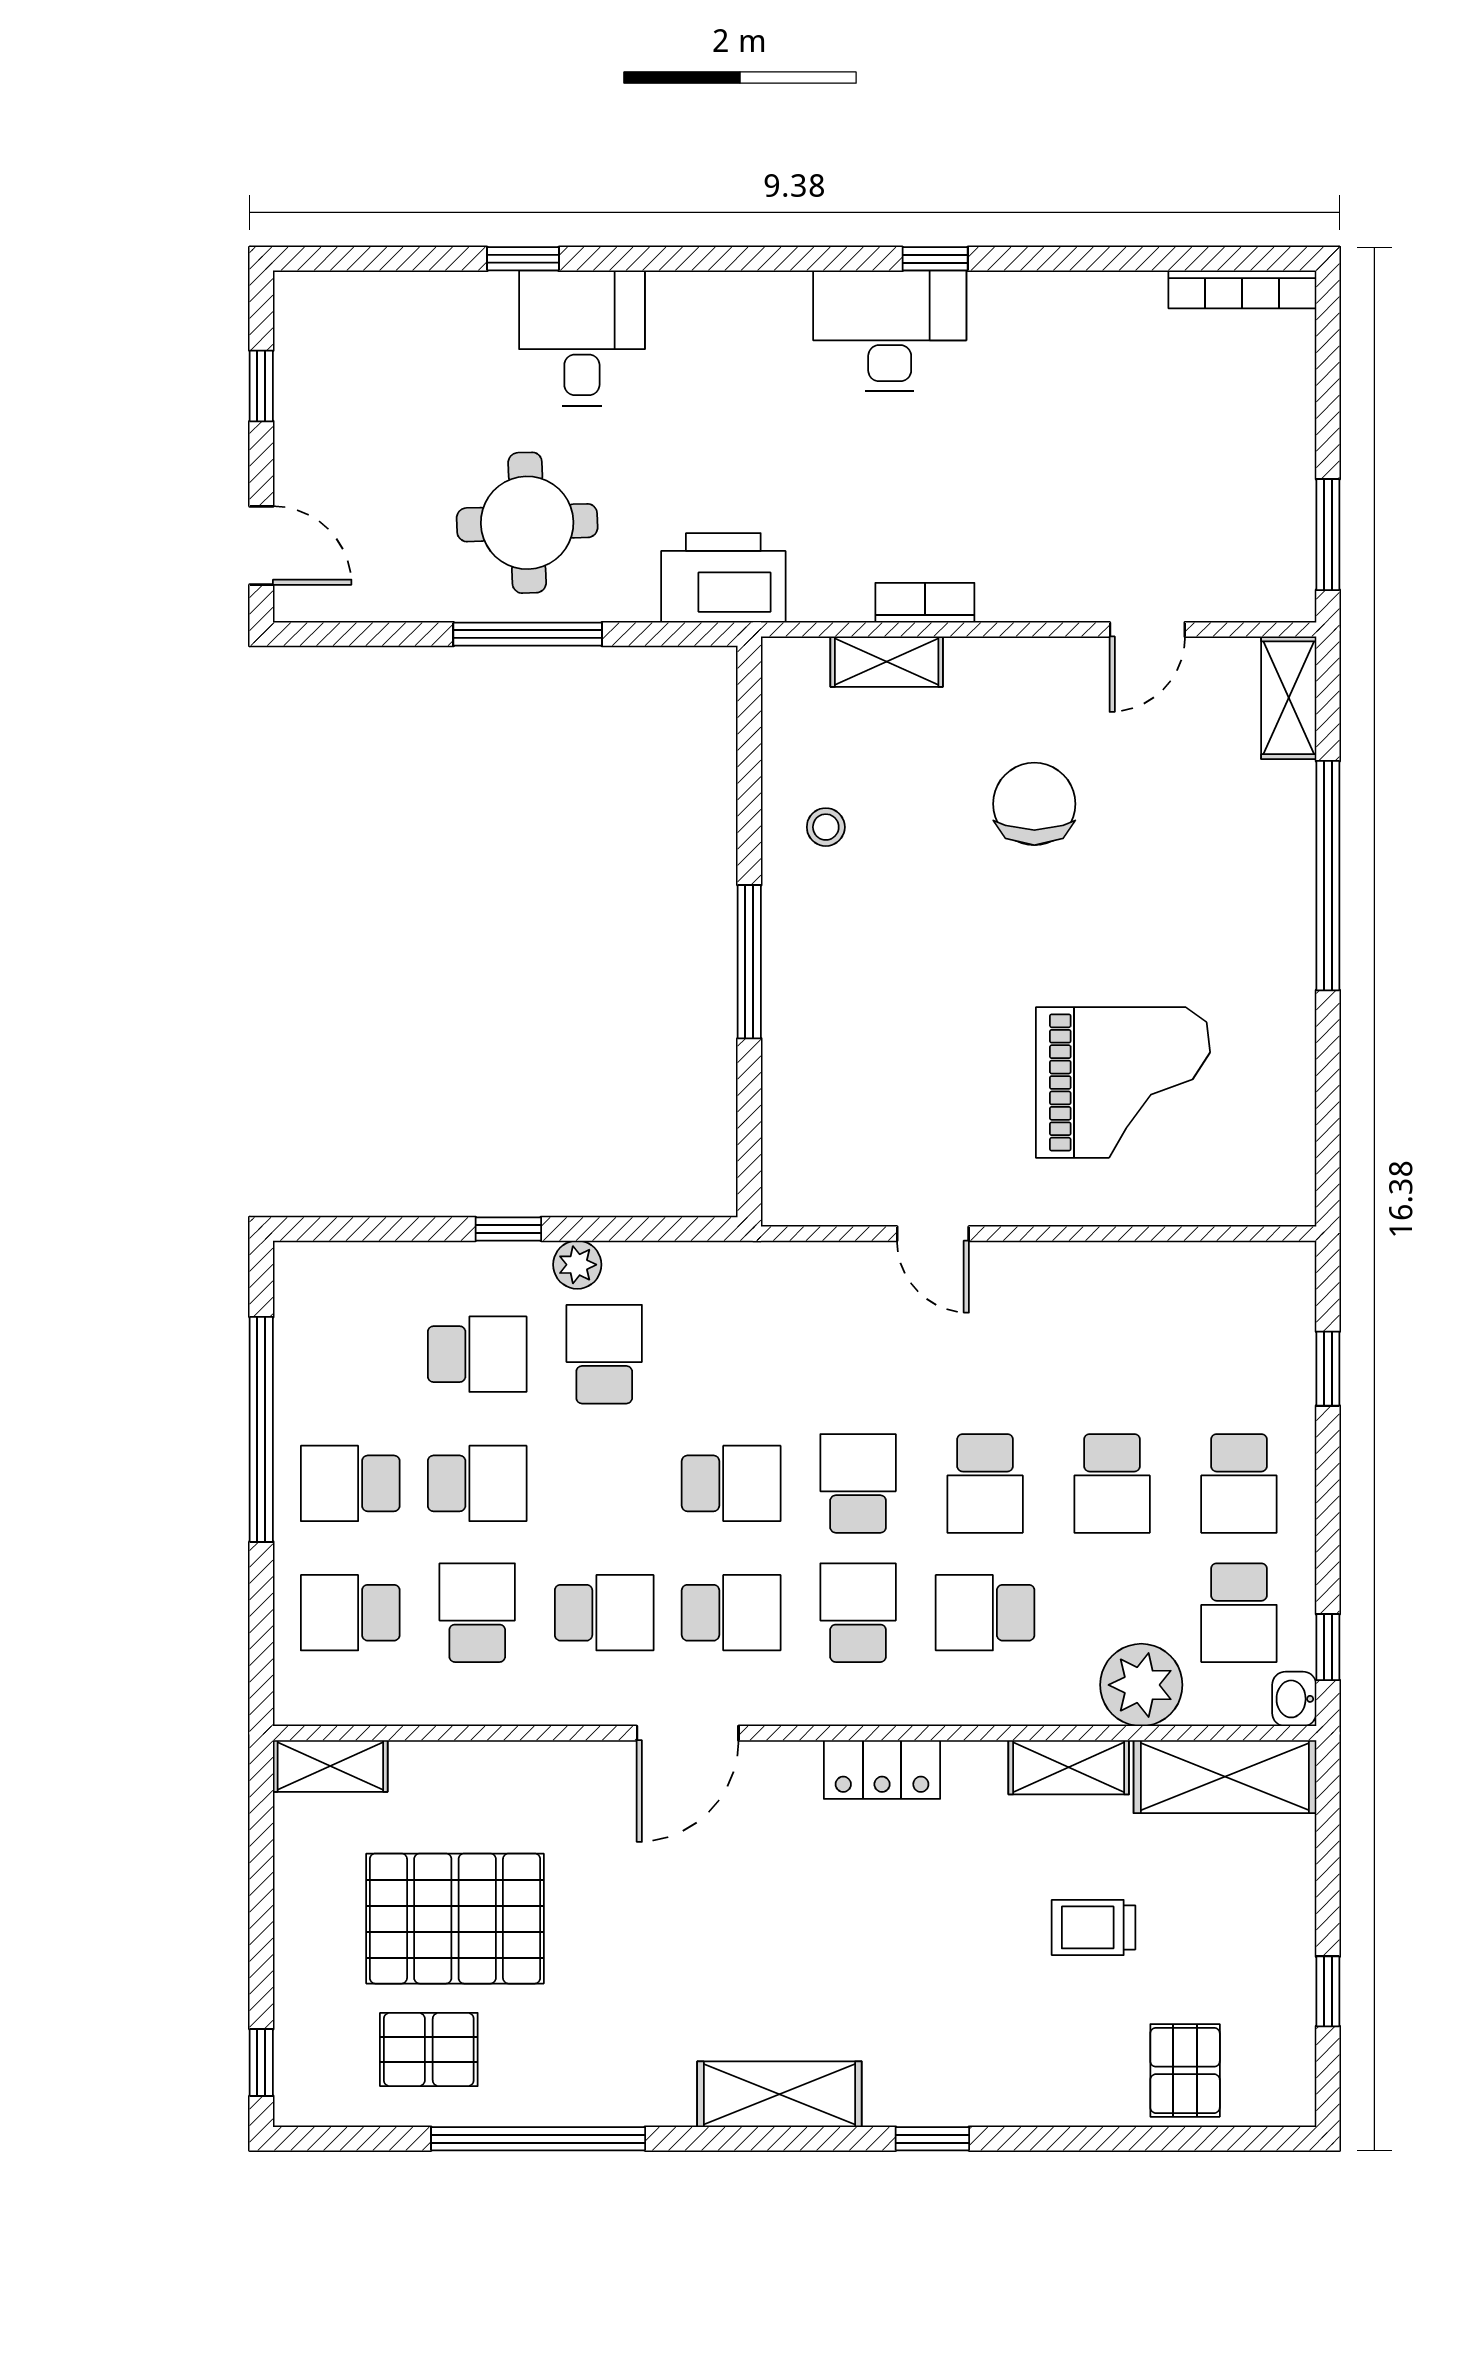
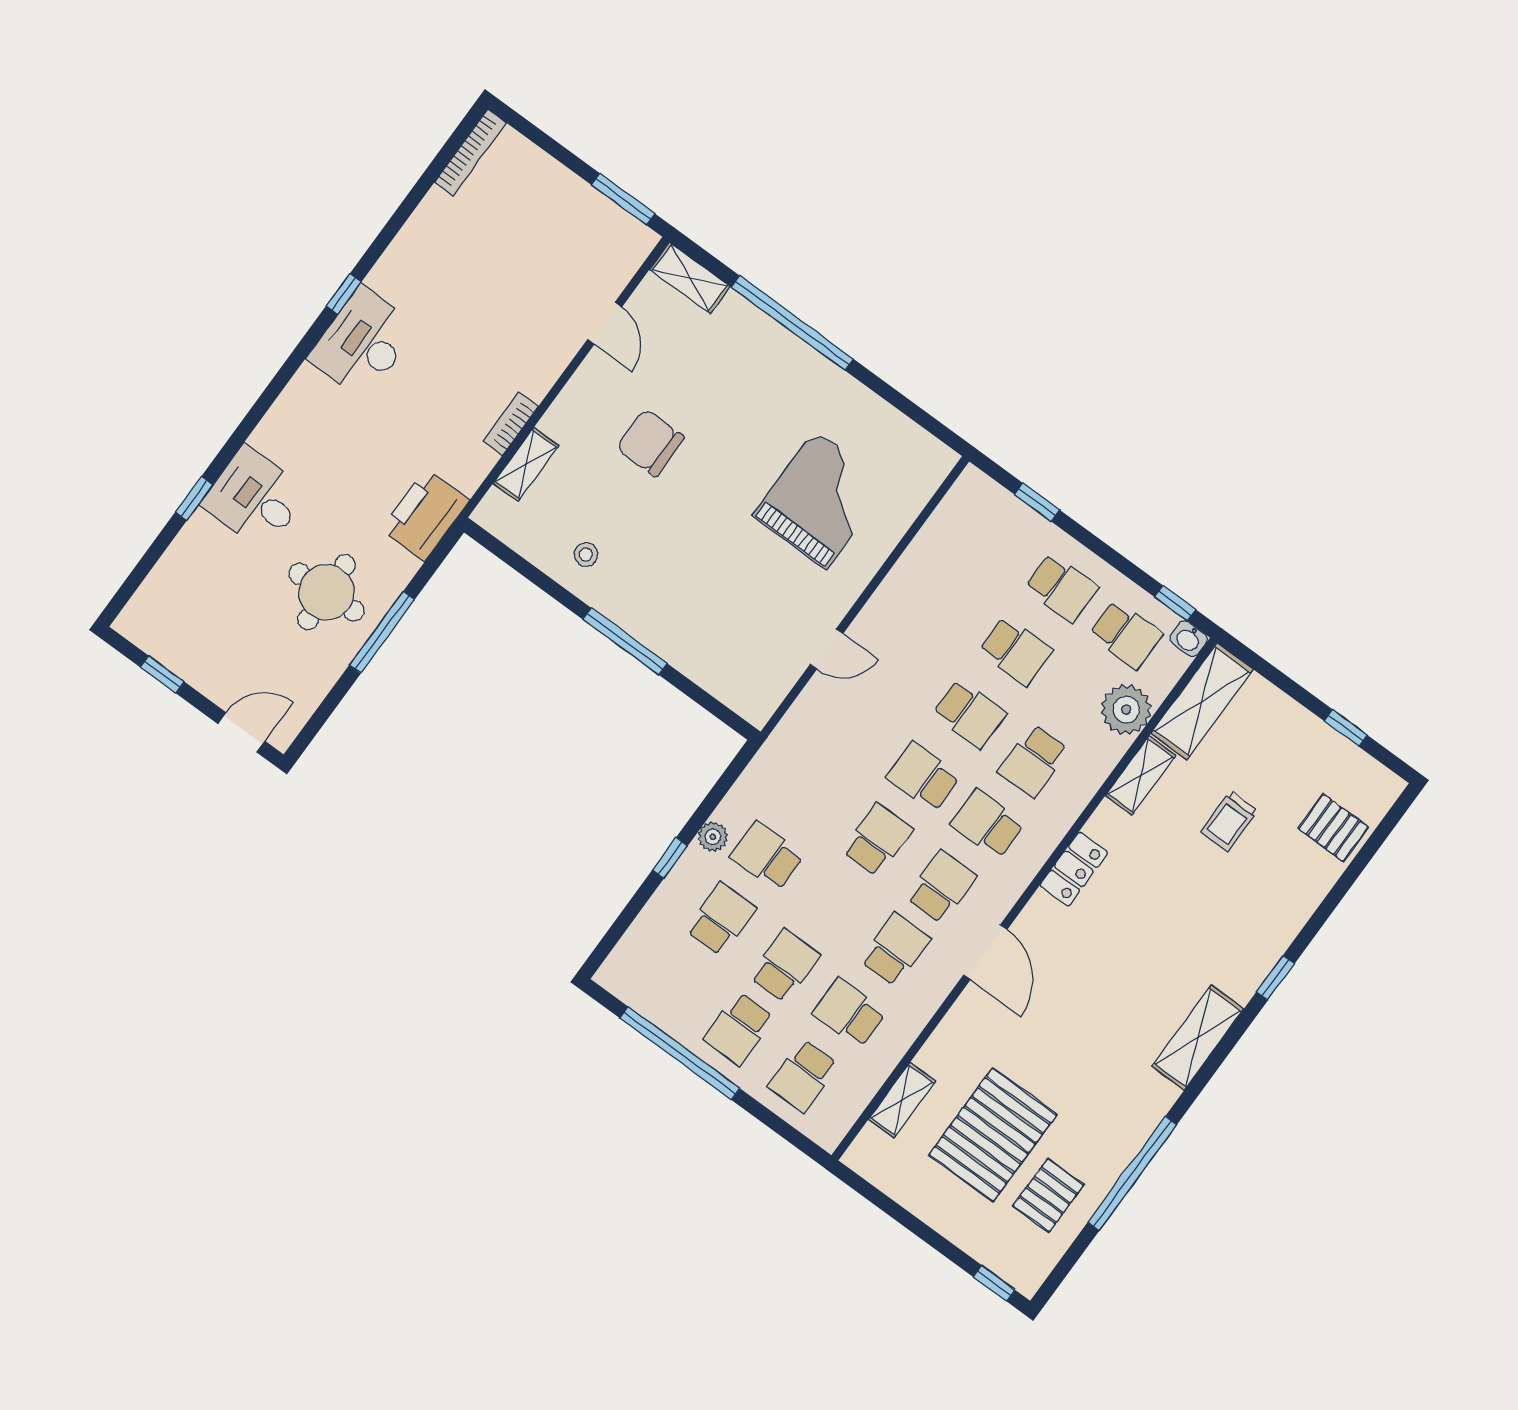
shelving: (330, 1766) -> (902, 1100), moved

